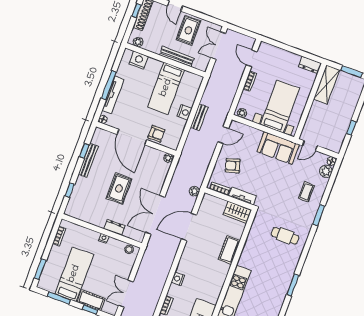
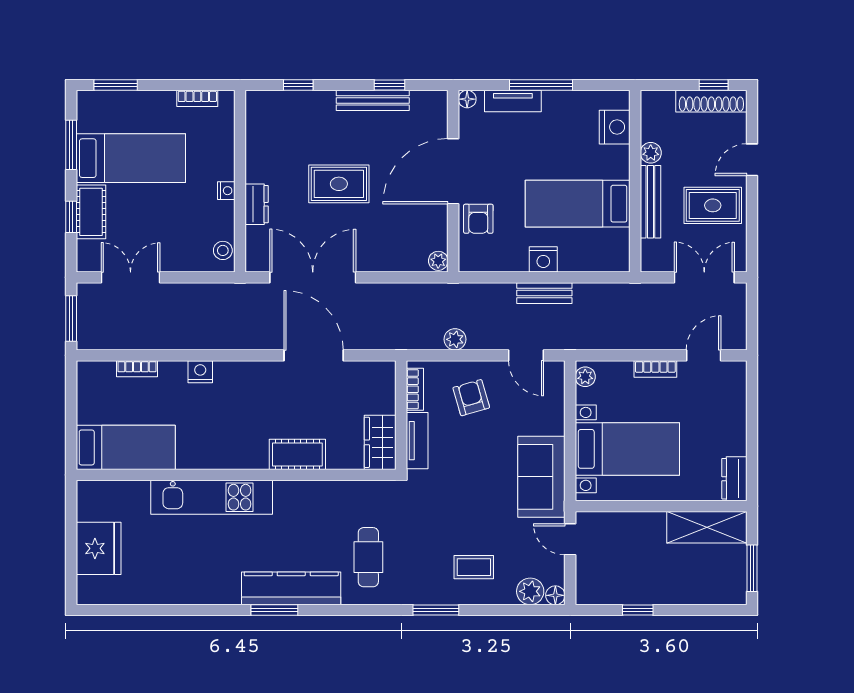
plant: (138, 42) -> (651, 153), moved
tv unit: (113, 95) -> (513, 101), width x0.71
plant: (194, 191) -> (455, 339), moved
kitchen counter: (286, 274) -> (291, 588), added

